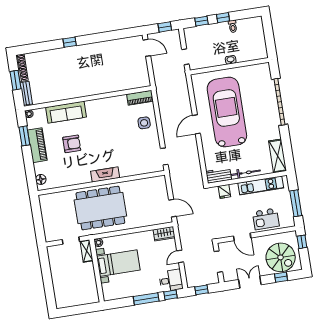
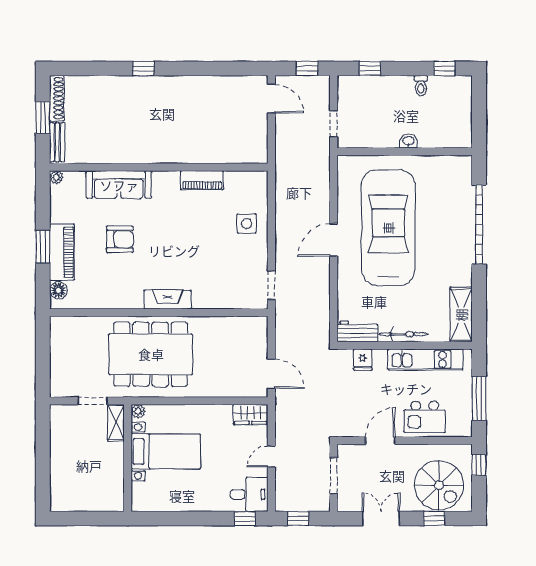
window: (223, 18) -> (444, 68), moved
piano: (140, 98) -> (202, 180), moved
window: (24, 136) -> (43, 247), moved
piano: (37, 145) -> (62, 252), moved
door: (242, 237) -> (380, 441), swing flipped
window: (146, 299) -> (203, 519), removed

